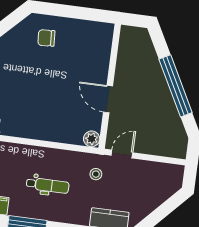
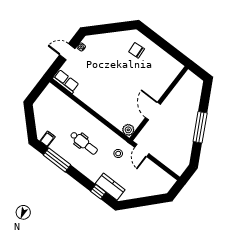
window: (176, 86) -> (200, 127), width x0.68
door: (122, 154) -> (142, 150), swing flipped

